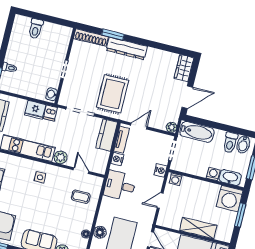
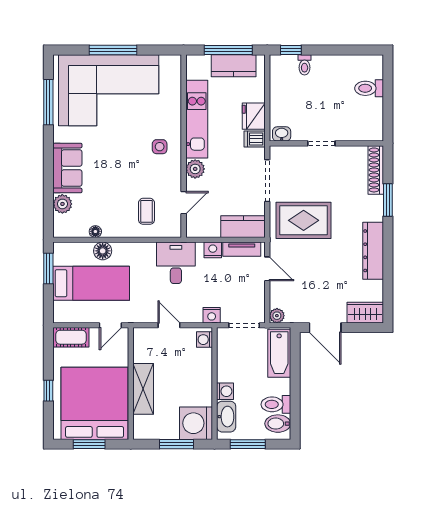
dresser: (127, 48) -> (373, 251), moved

